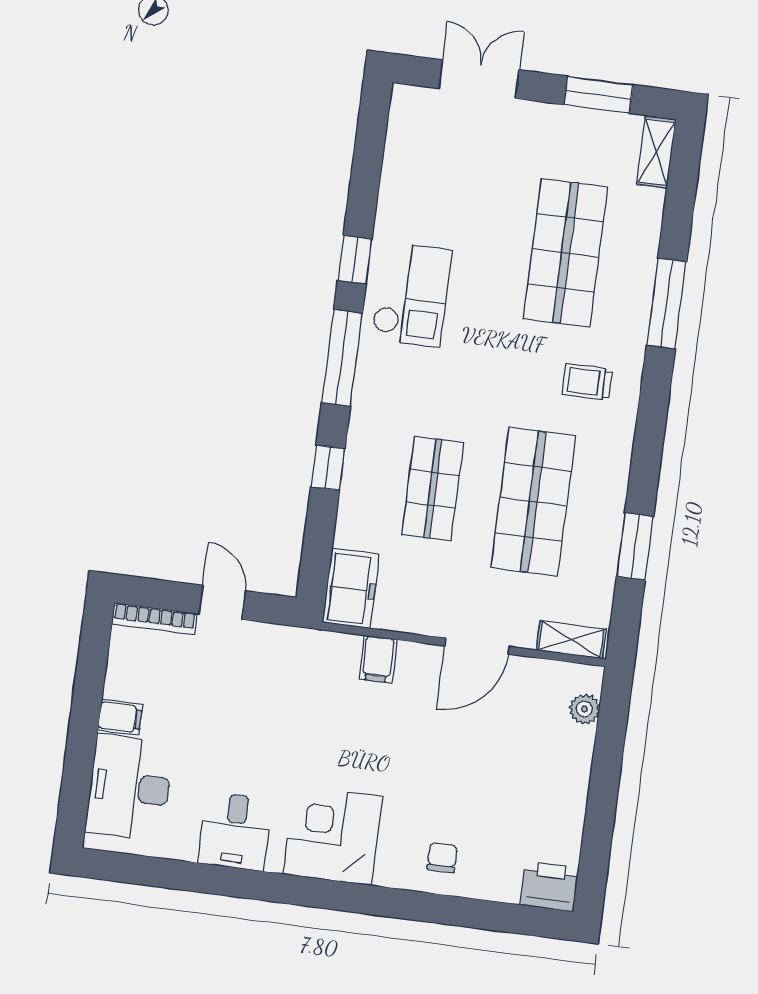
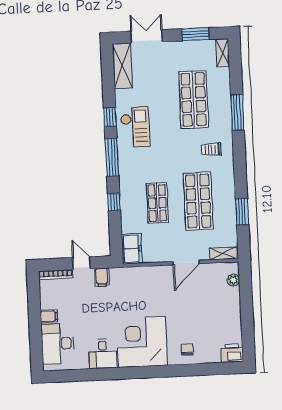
shelving: (407, 140) -> (122, 66), added
filing cabinet: (378, 659) -> (102, 277), moved
corner desk: (333, 835) -> (142, 342), width x1.36, depth x1.36

